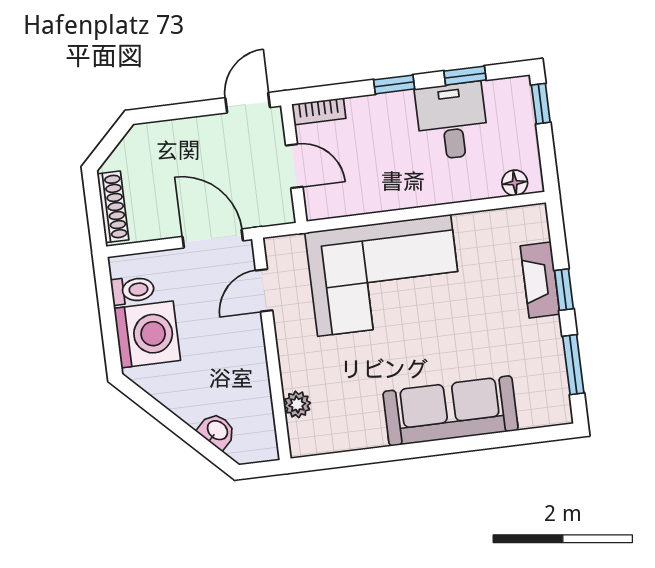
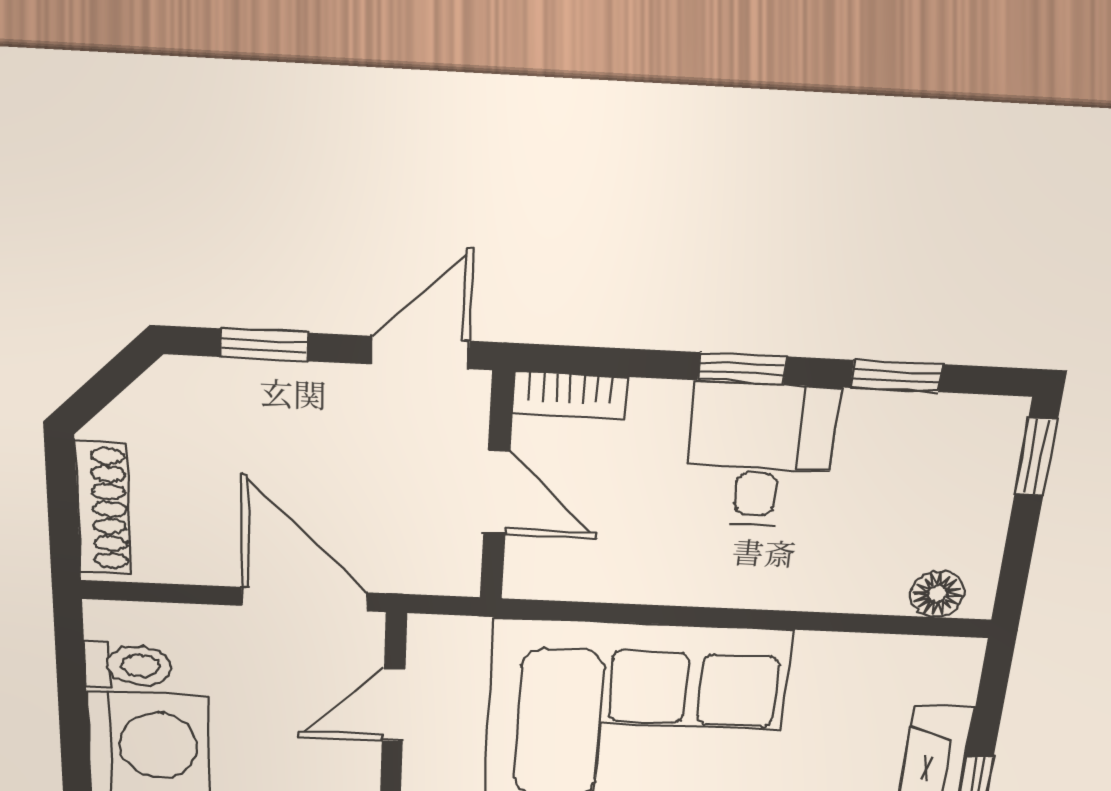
window: (178, 111) -> (265, 345), added
desk: (452, 121) -> (760, 456), moved

